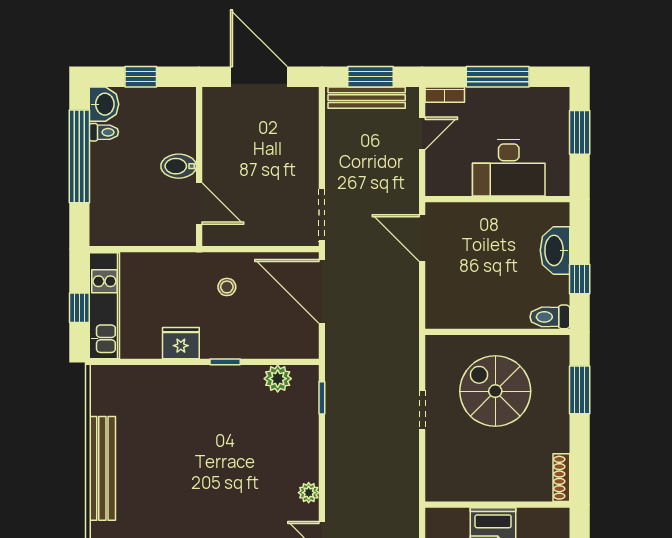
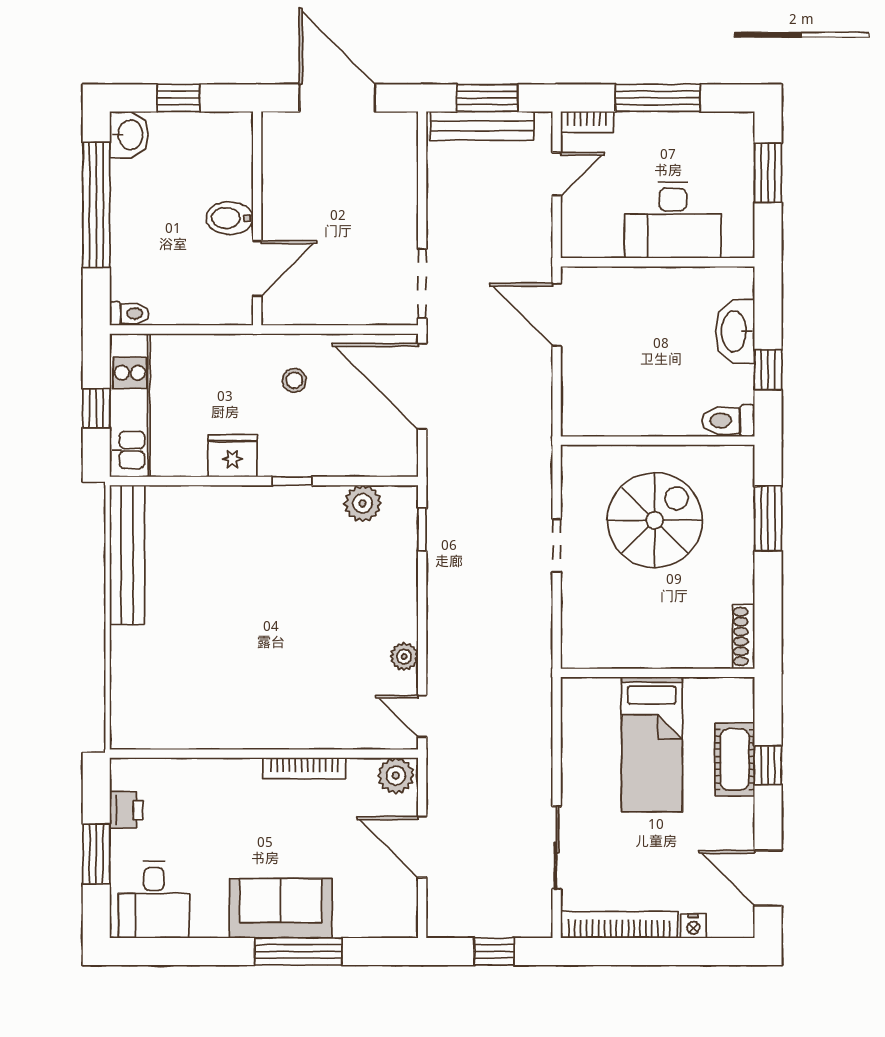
toilet: (104, 132) -> (129, 314), moved
door: (199, 204) -> (257, 268), hinge flipped
spiral stairs: (495, 391) -> (655, 520), turned 90
bench: (102, 468) -> (127, 555), moved

